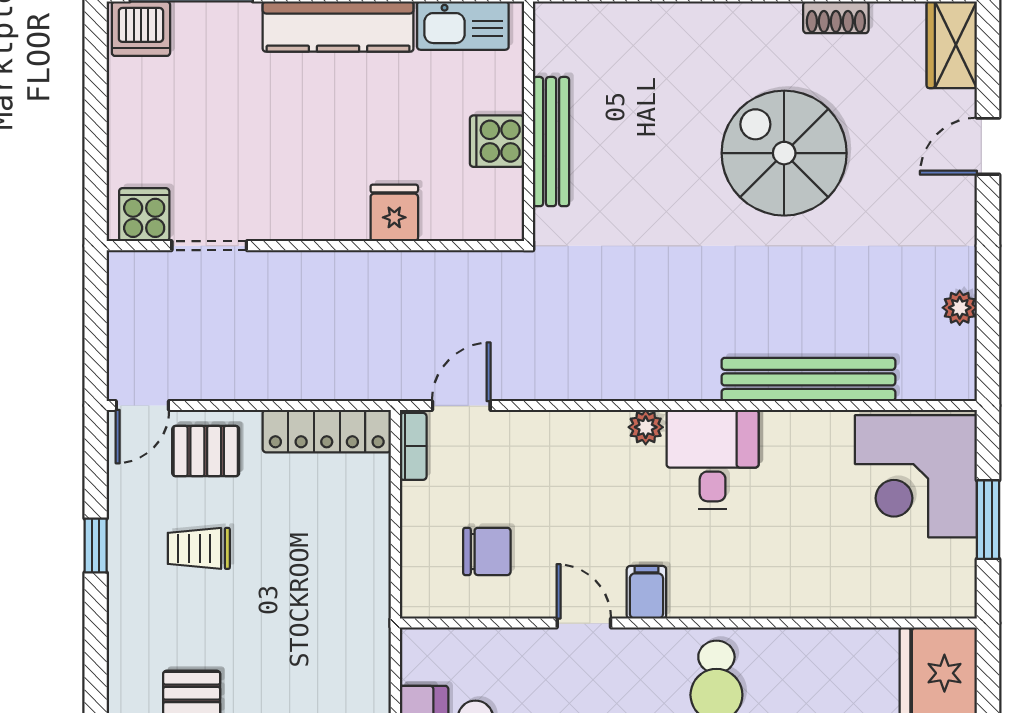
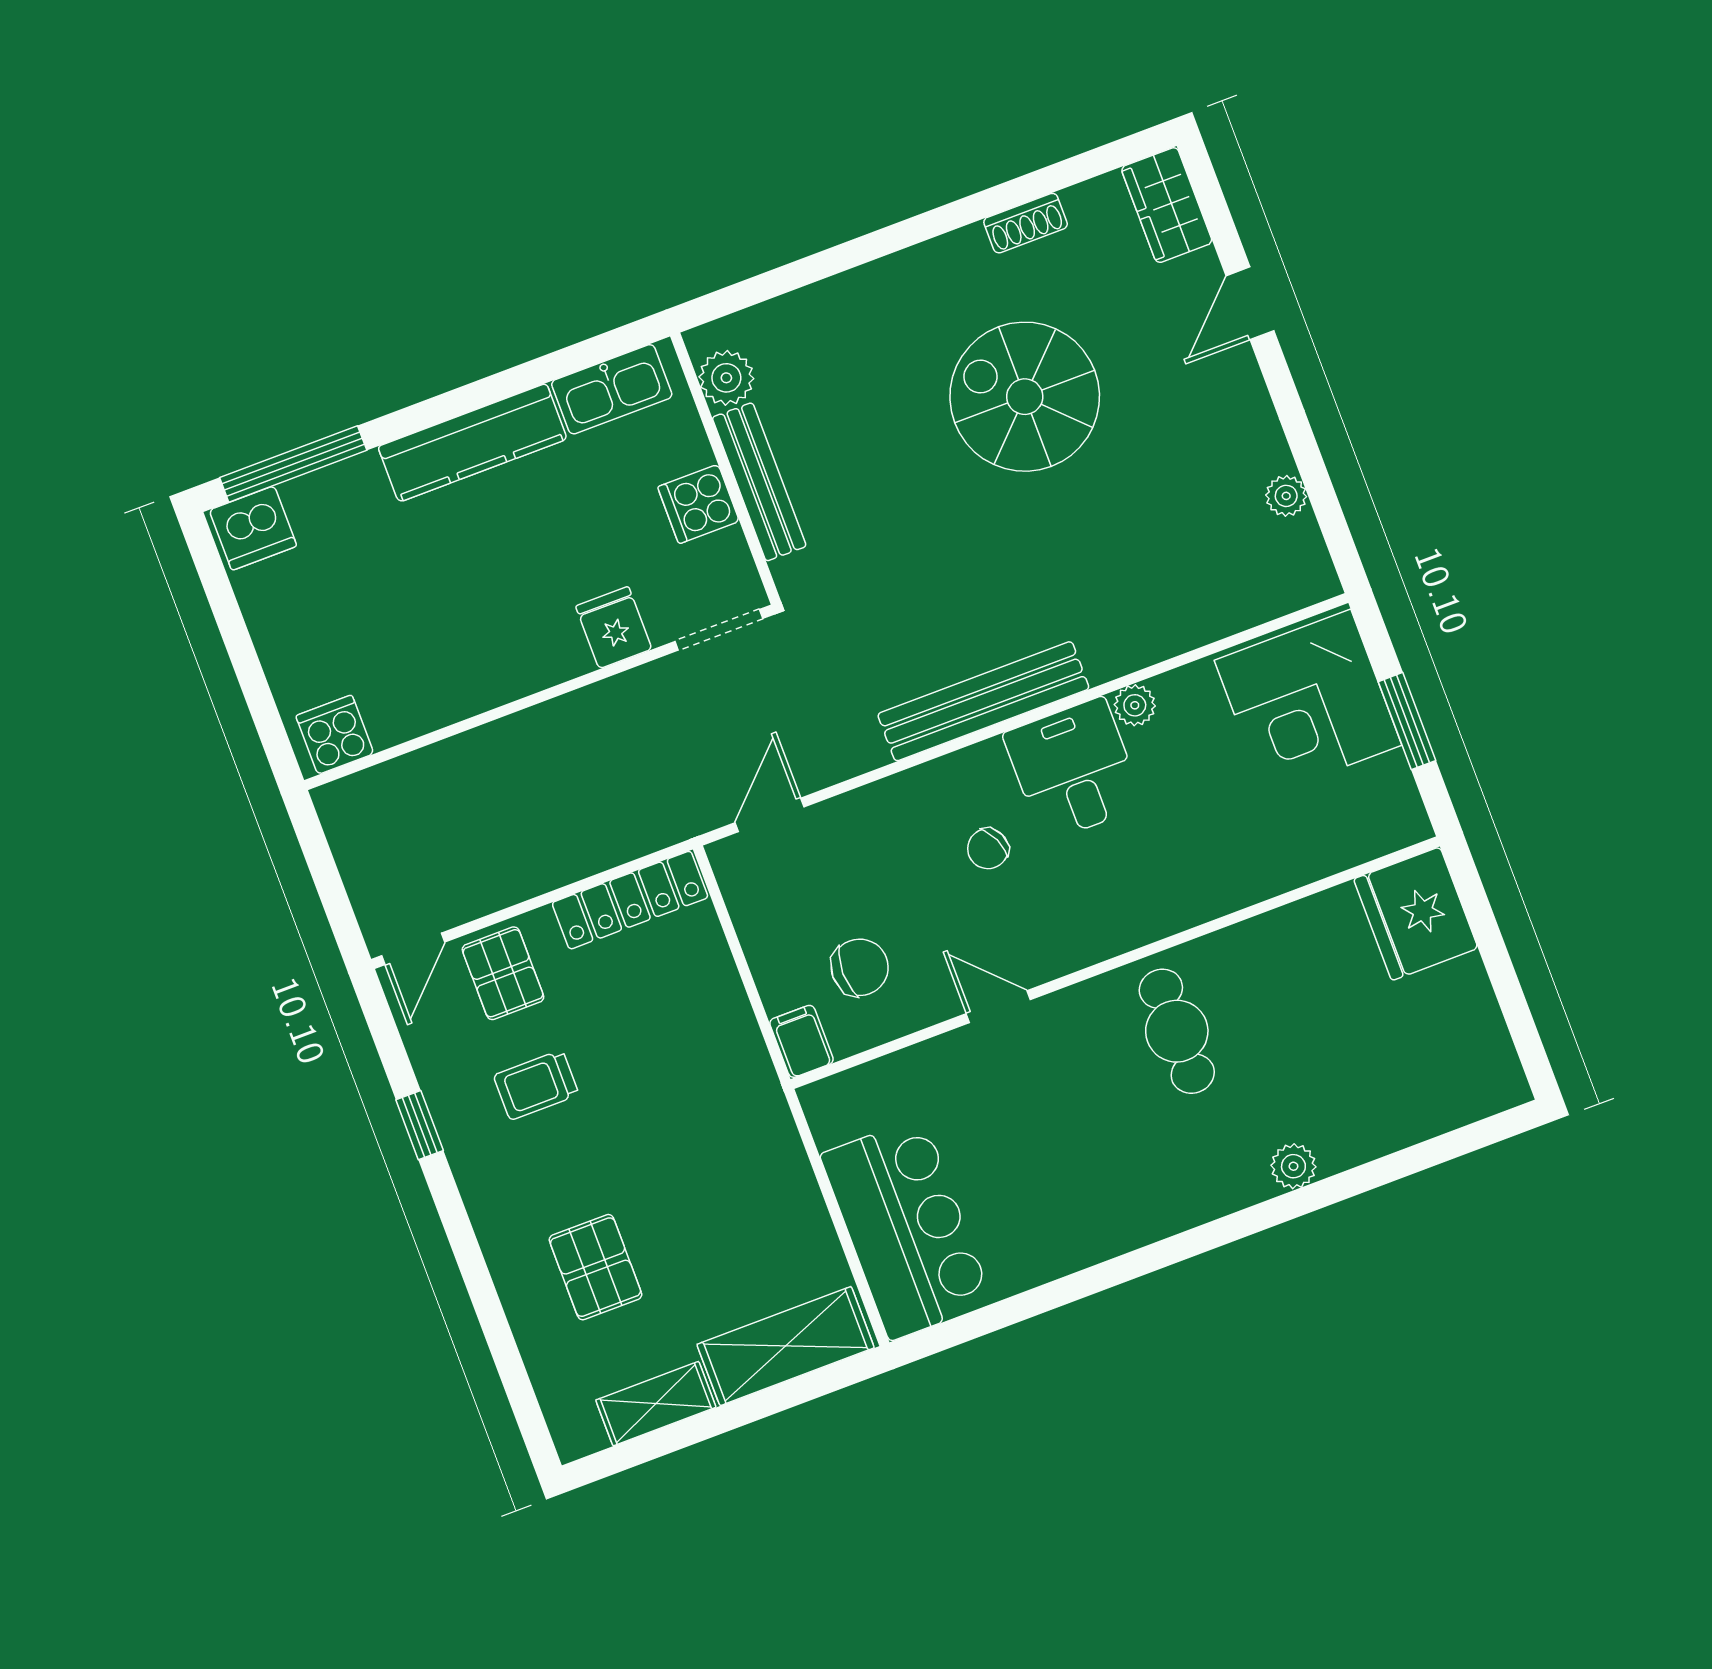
plant: (556, 50) -> (726, 378), added
doorway: (209, 246) -> (719, 630), moved
bench: (808, 379) -> (983, 701), moved
plant: (646, 427) -> (1135, 705), moved
bookcase: (413, 446) -> (733, 881), removed
pallet: (206, 451) -> (503, 973), turned 90
chair: (622, 496) -> (988, 849), added
filing cabinet: (646, 592) -> (802, 1041), moved

